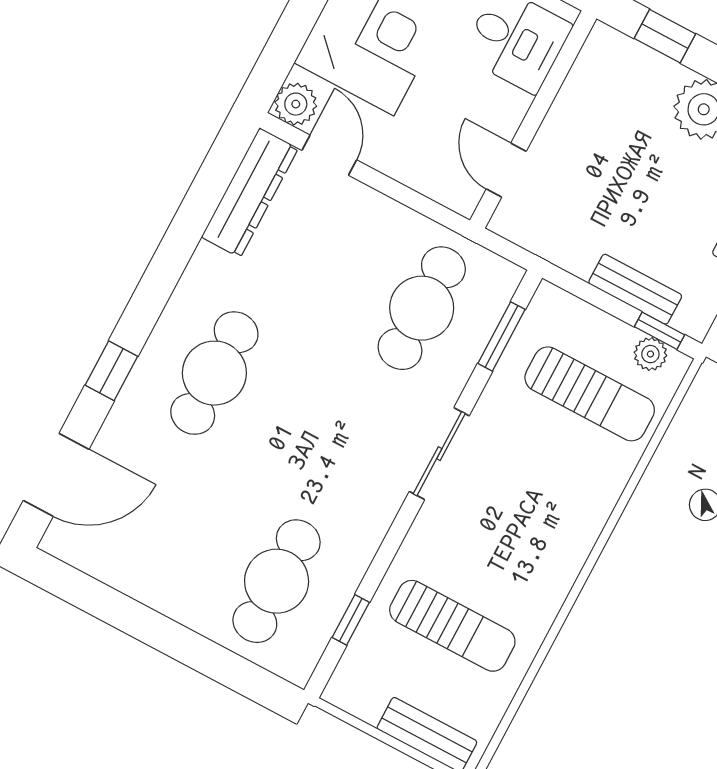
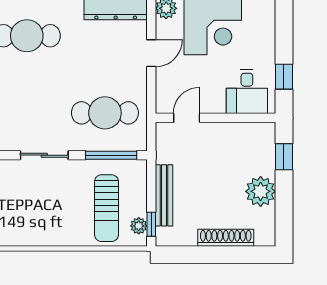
door: (329, 155) -> (151, 53), moved
bench: (635, 289) -> (164, 195), width x1.36
window: (502, 336) -> (111, 155), width x1.44

